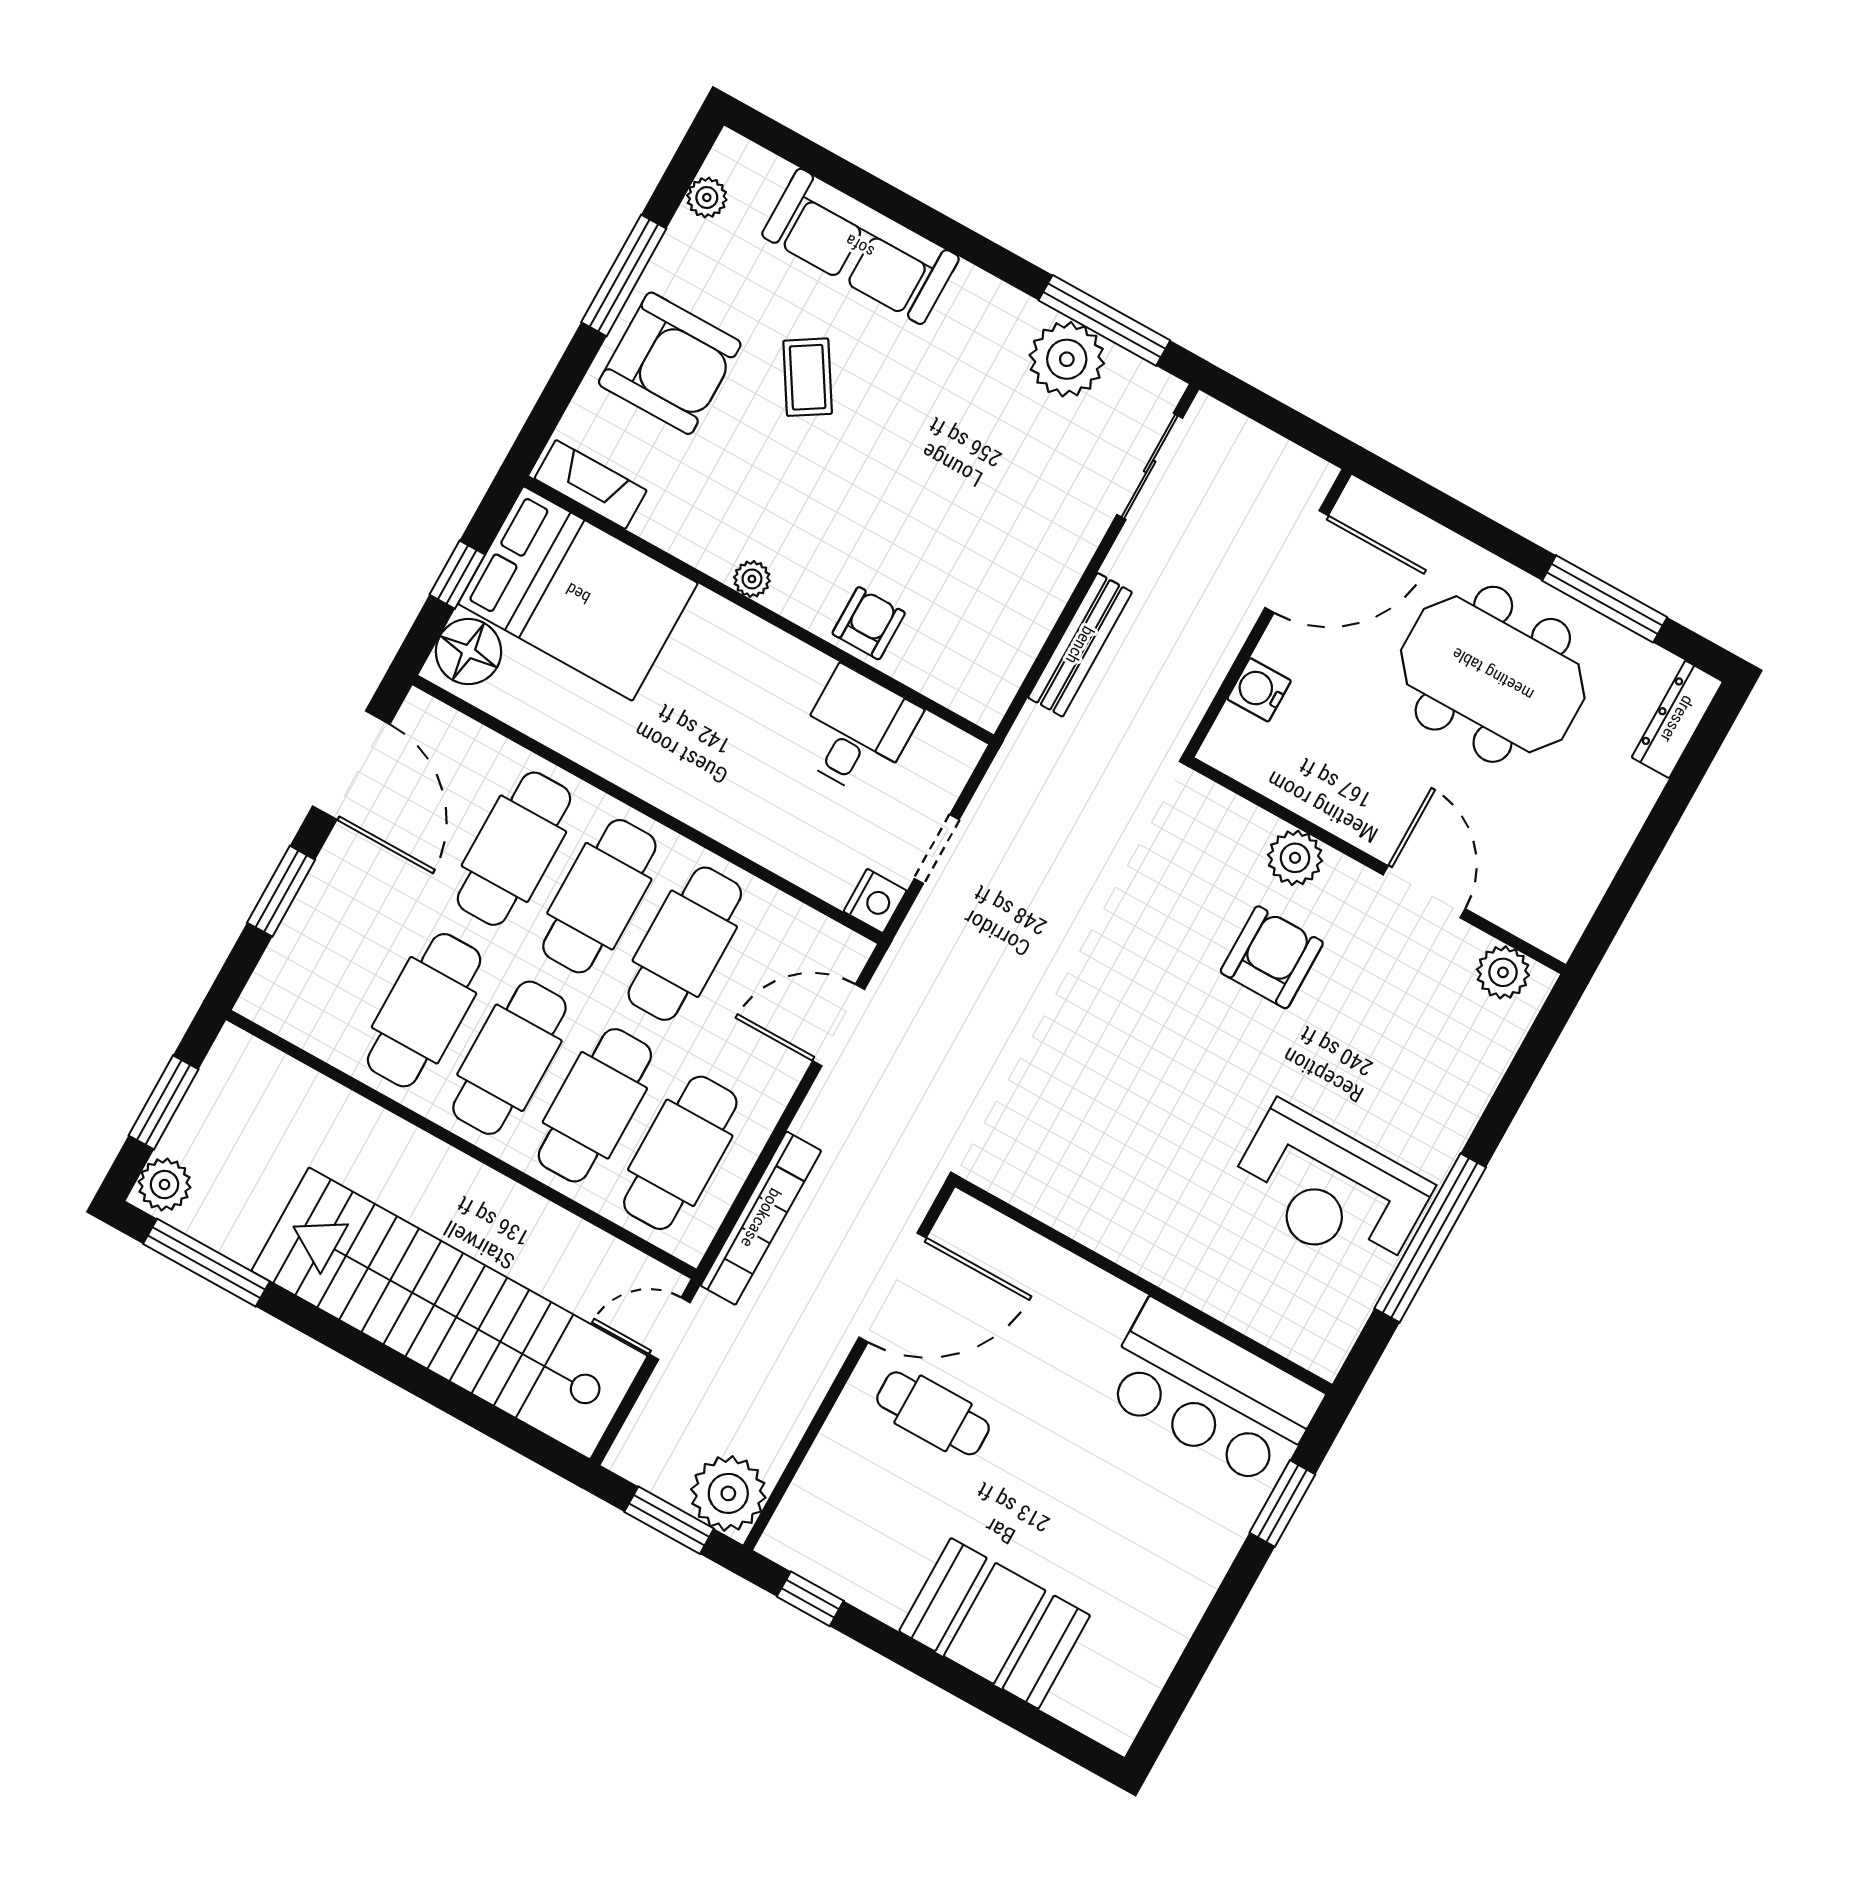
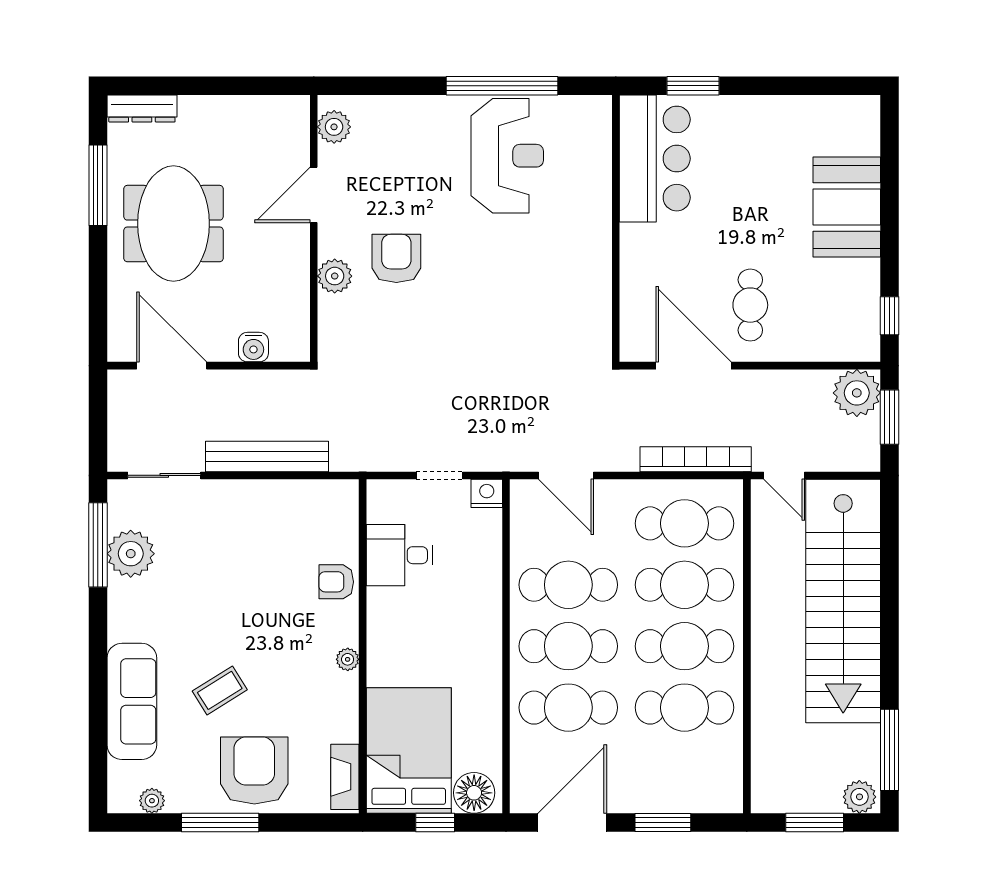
bench: (1080, 645) -> (267, 456), width x1.37, depth x1.21
armchair: (1272, 957) -> (396, 258), turned 90

